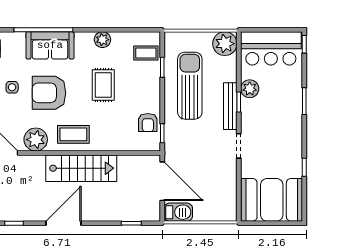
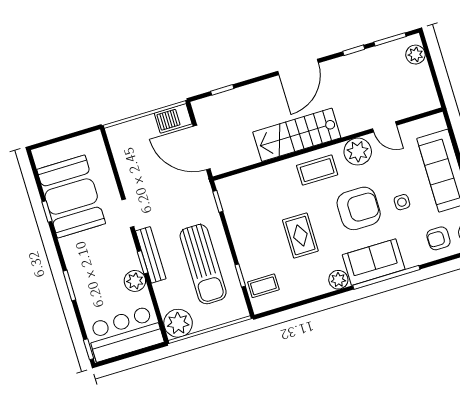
plant: (102, 40) -> (338, 280), moved
armchair: (148, 123) -> (238, 209), removed
booth: (272, 200) -> (71, 196), moved, turned 90

